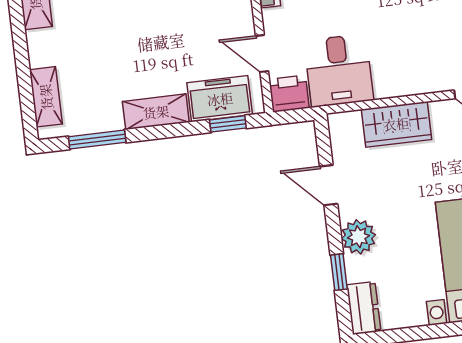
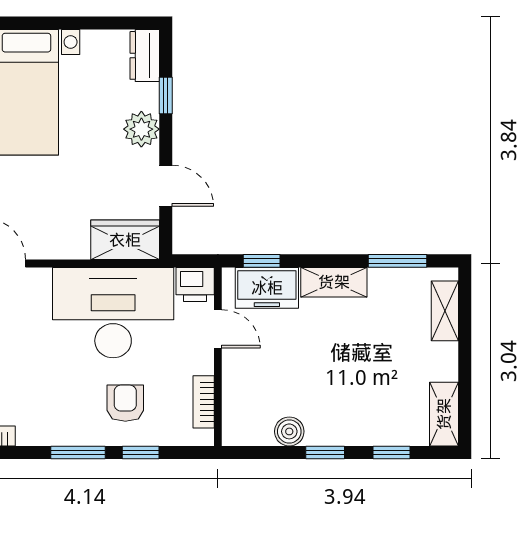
desk: (339, 70) -> (113, 313), width x1.87, depth x1.30
wardrobe: (396, 124) -> (125, 240), moved

